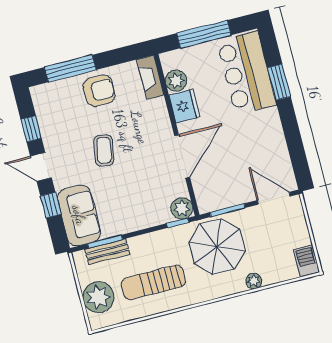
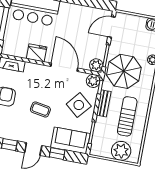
plant: (176, 81) -> (96, 65), moved
side table: (137, 204) -> (79, 105), added
bench: (107, 252) -> (104, 103), moved
sun lounger: (153, 282) -> (127, 116), turned 180

